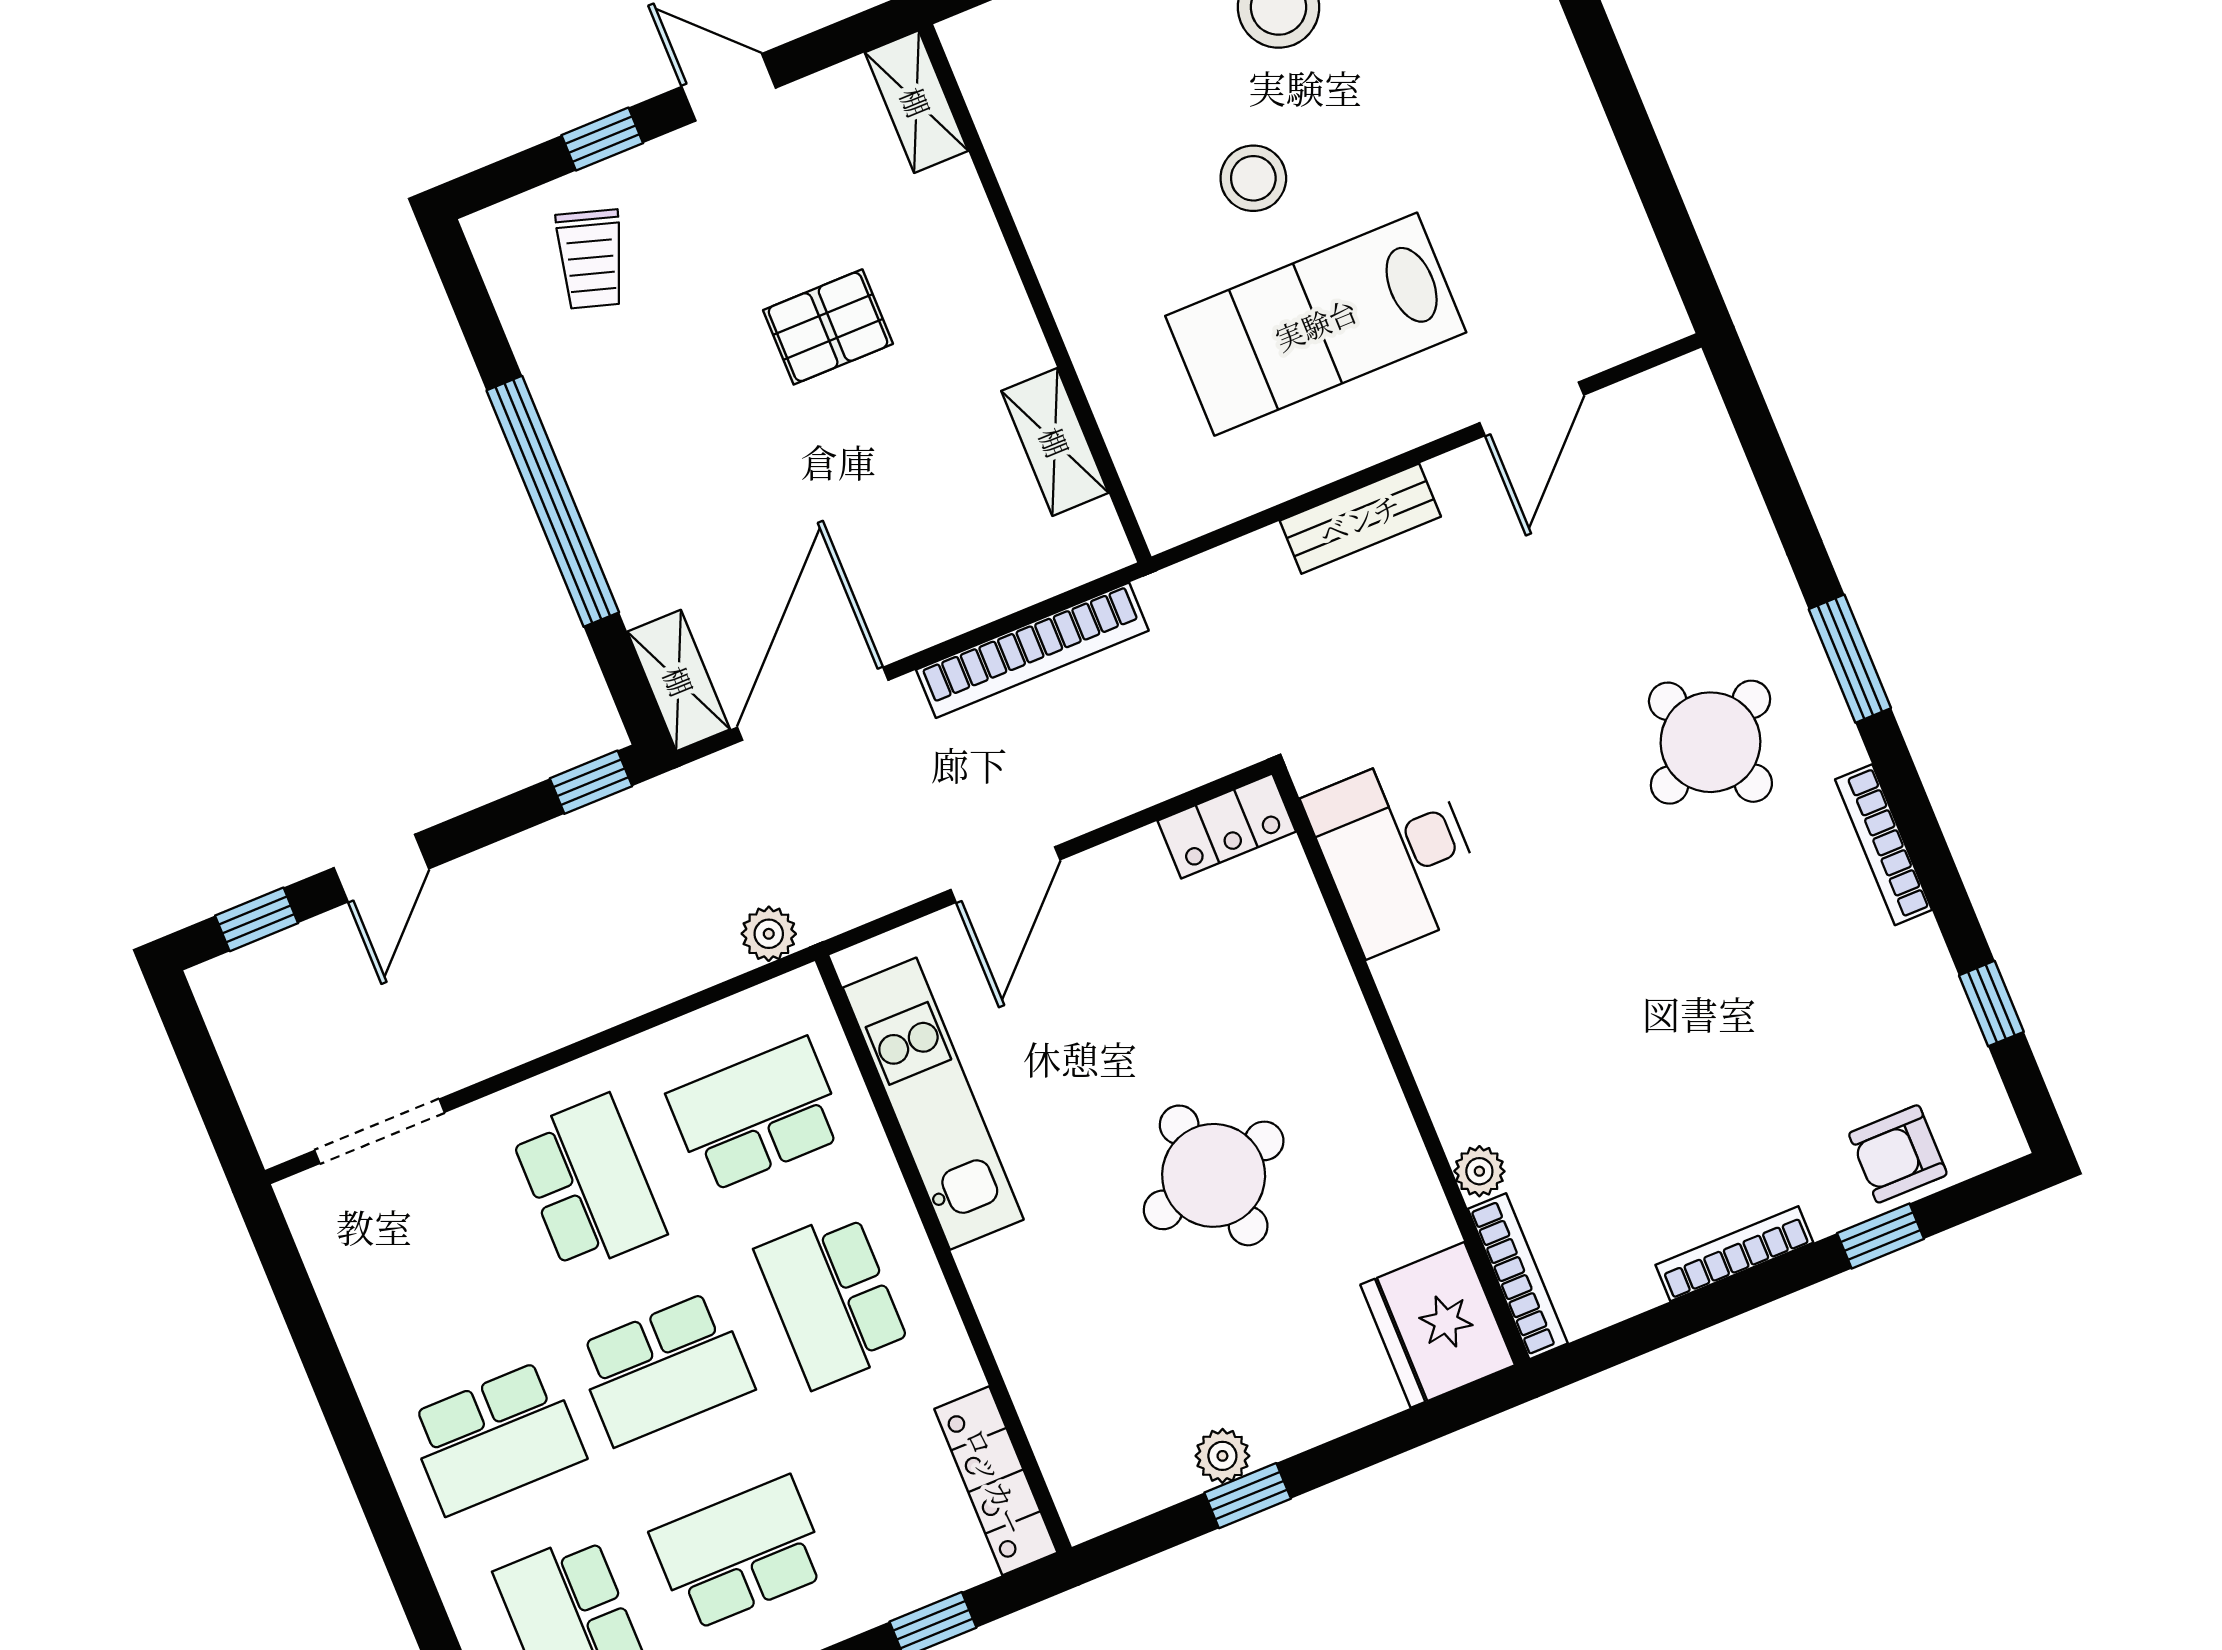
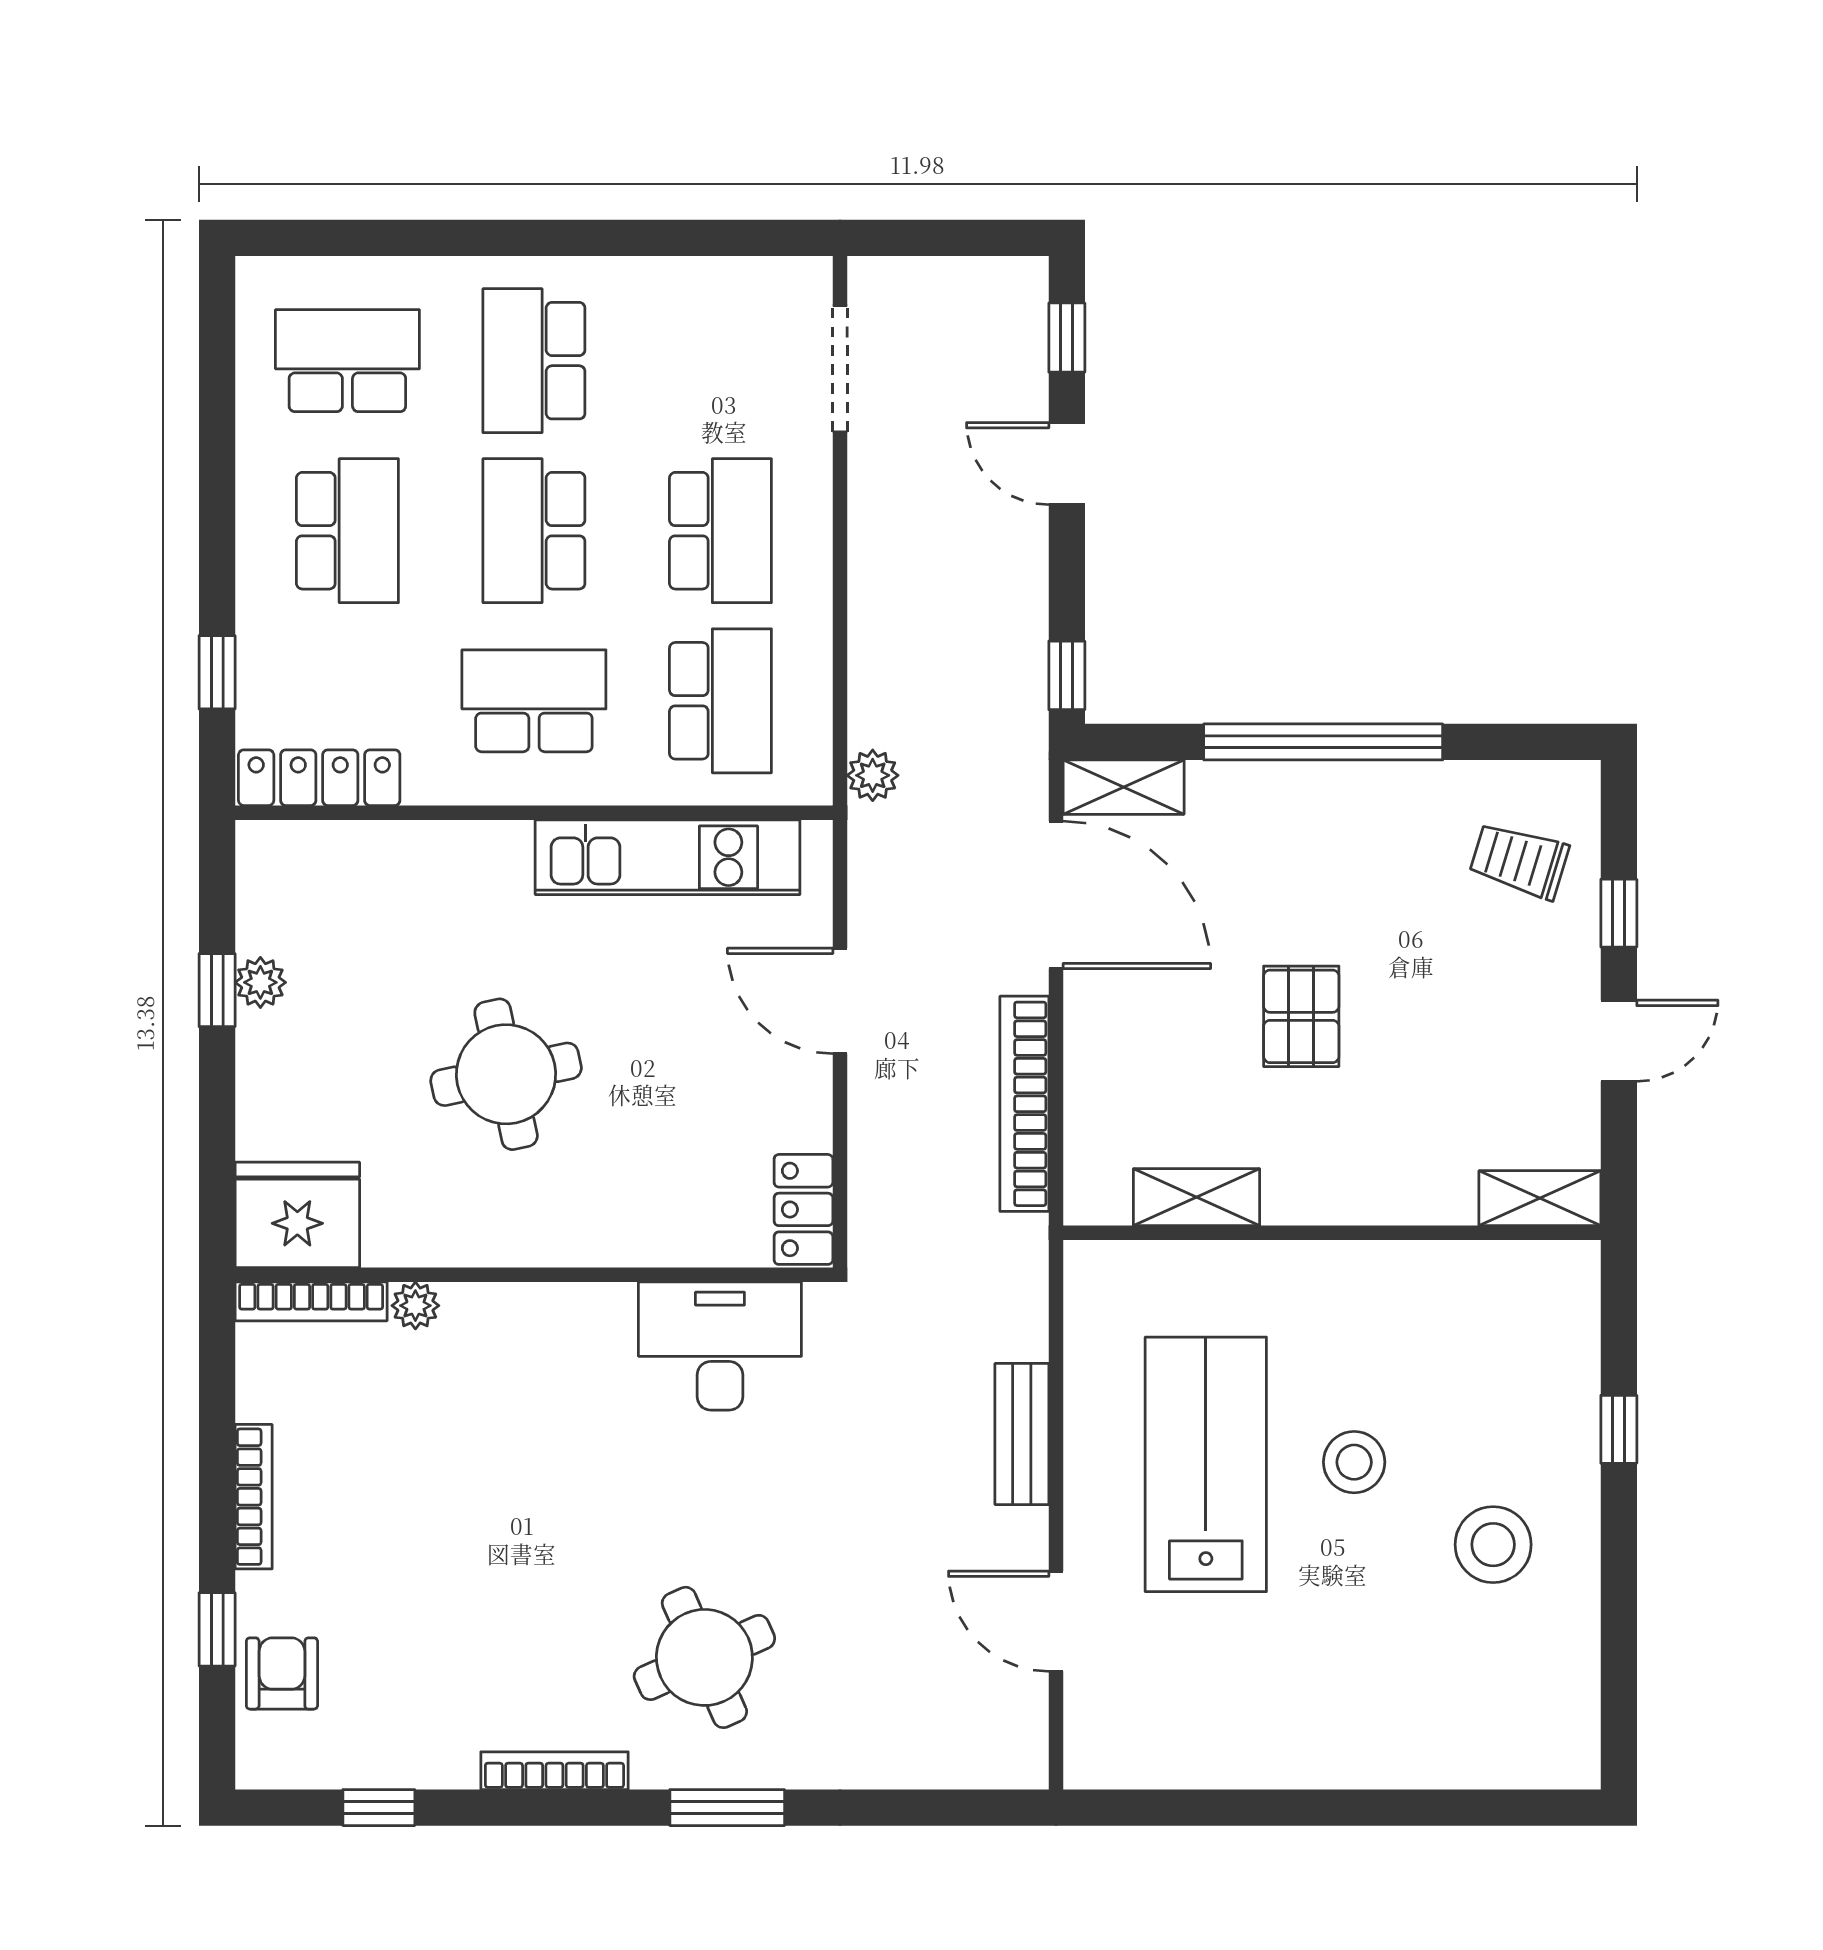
pallet: (828, 327) -> (1301, 1016), moved
school desk: (588, 1184) -> (720, 531), turned -90

